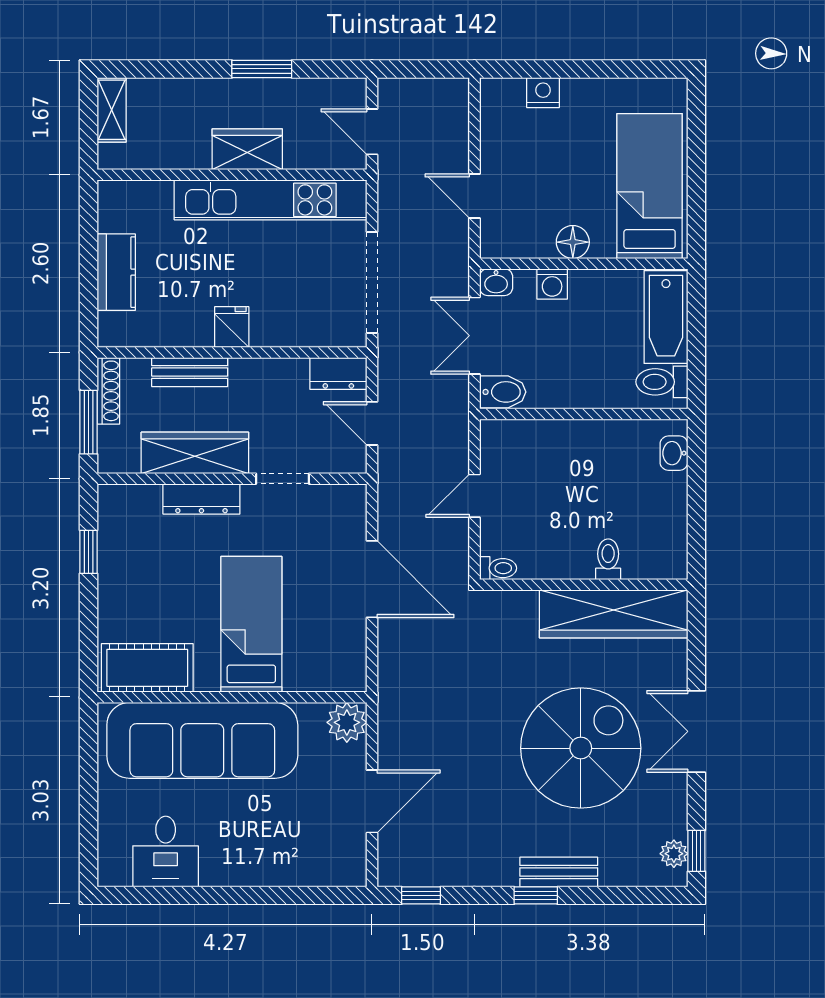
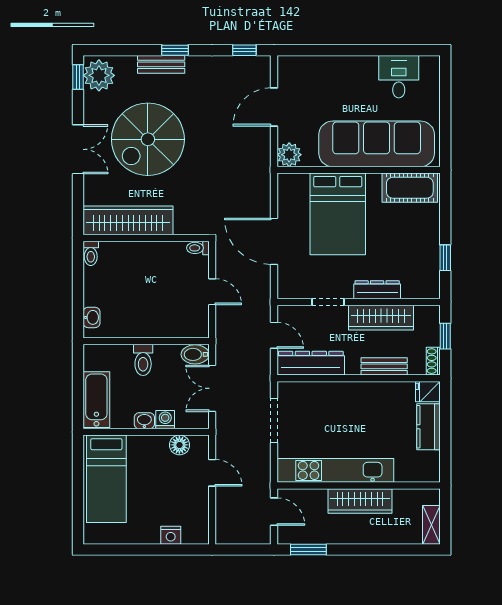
window: (262, 69) -> (308, 549), moved
wardrobe: (247, 149) -> (360, 501), width x1.50
floor lamp: (573, 242) -> (179, 445), moved
washbasin: (496, 282) -> (144, 421), moved
doorway: (372, 283) -> (274, 420), width x0.73
fridge: (232, 327) -> (428, 392), moved, turned 90
double door: (474, 336) -> (212, 388), swing flipped
dresser: (338, 373) -> (311, 363), width x1.96, depth x1.24
toilet: (662, 382) -> (143, 360), moved, turned 90
shoe rack: (108, 391) -> (433, 361), width x0.70
window: (89, 422) -> (445, 336), width x0.67
door: (474, 496) -> (212, 292), hinge flipped
toilet: (608, 559) -> (91, 253), moved
bed: (251, 624) -> (338, 214), width x1.50
plant: (674, 854) -> (99, 75), width x1.88, depth x1.88

